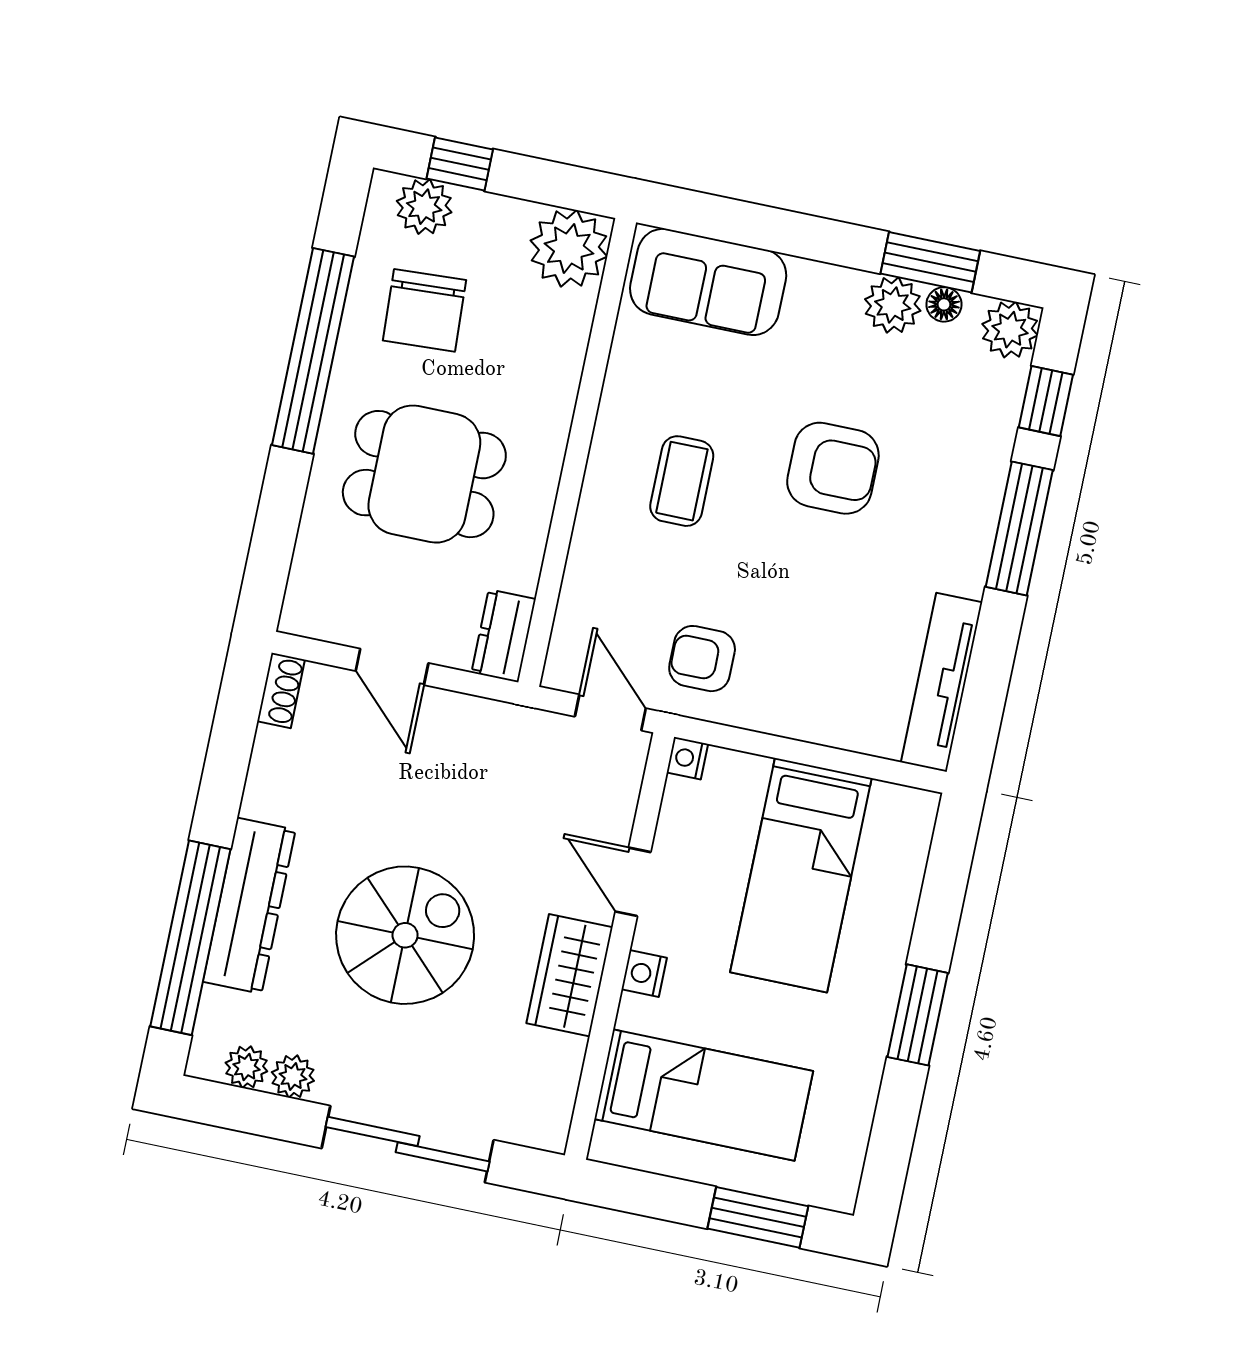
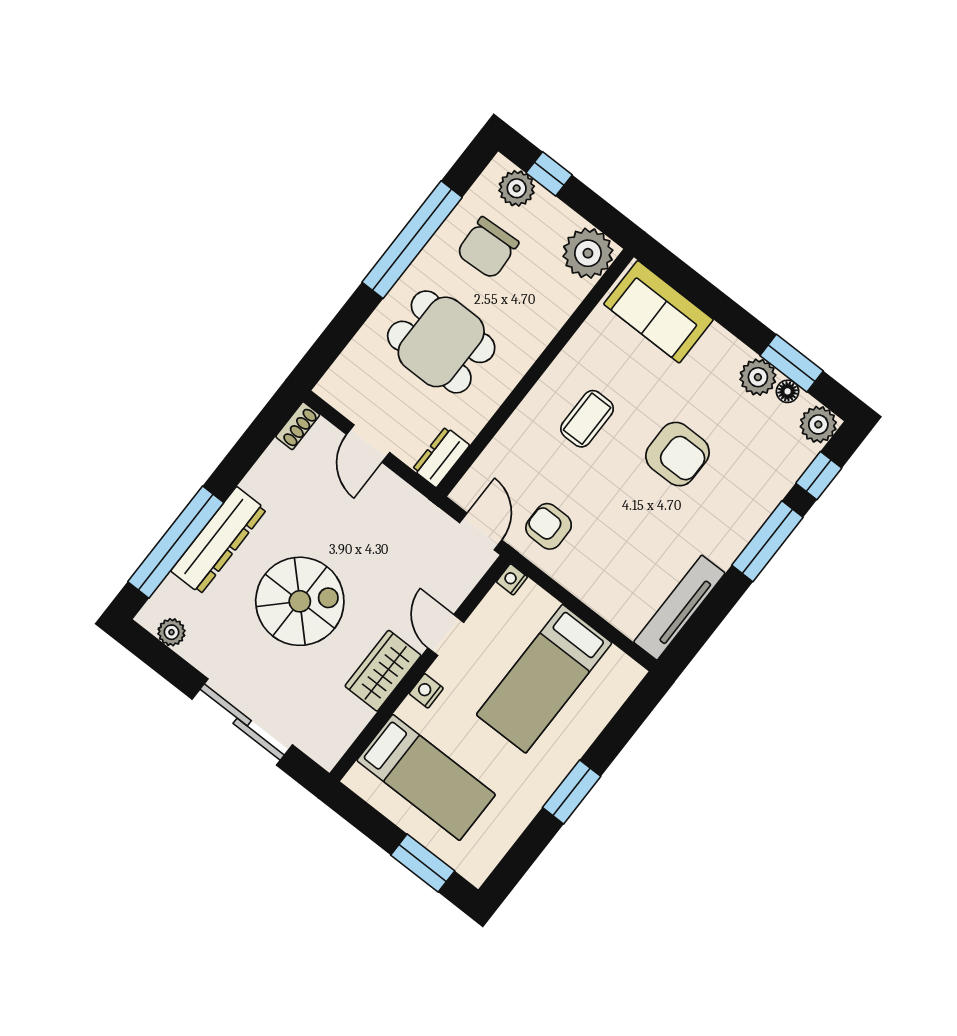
plant: (293, 1076) -> (196, 651), removed

